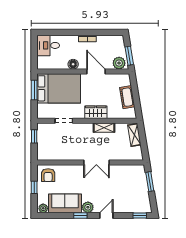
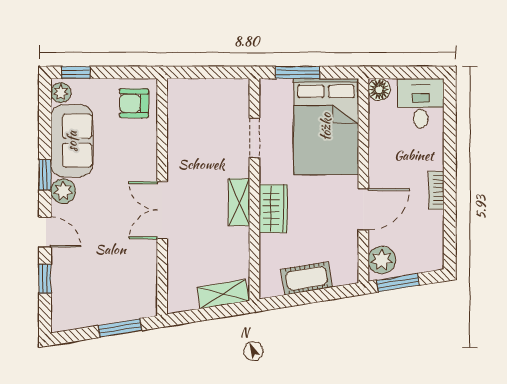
floor lamp: (73, 64) -> (379, 90), moved
window: (34, 90) -> (298, 72), moved
shelving: (104, 128) -> (239, 202), moved
window: (34, 136) -> (220, 72), removed
window: (34, 187) -> (76, 72), moved
window: (140, 216) -> (45, 279), moved

